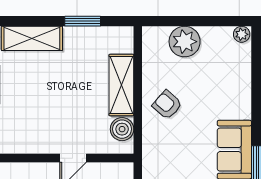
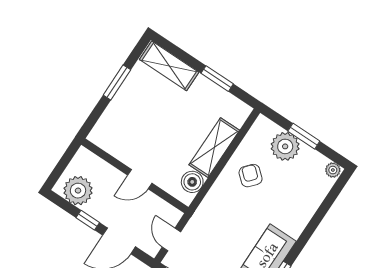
window: (195, 21) -> (304, 136), added
armchair: (167, 105) -> (251, 176), moved

